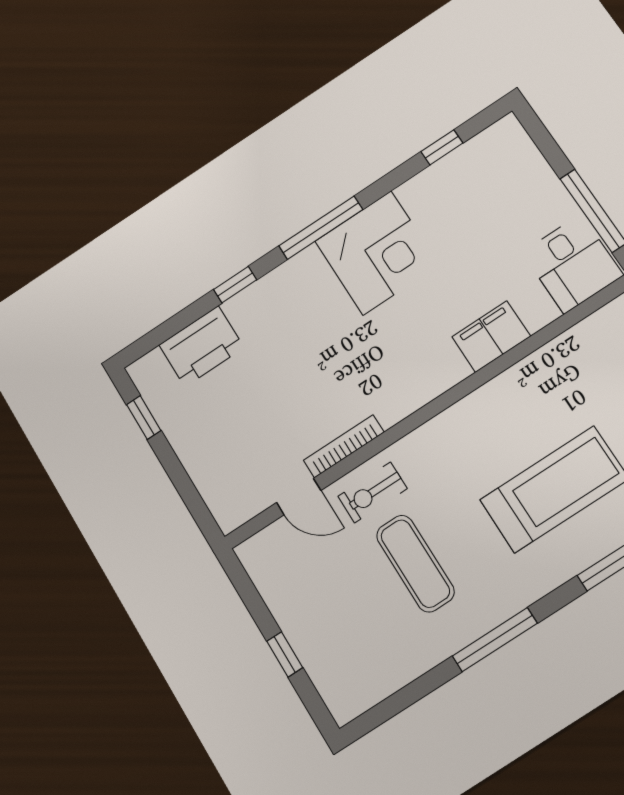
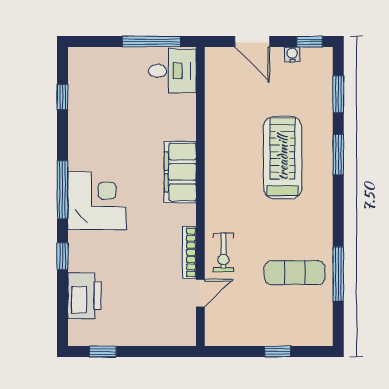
corner desk: (377, 253) -> (97, 201), moved
filing cabinet: (491, 336) -> (180, 172), moved, width x1.50, depth x1.17
exercise mat: (415, 563) -> (295, 273), moved
window: (495, 640) -> (338, 274), moved

